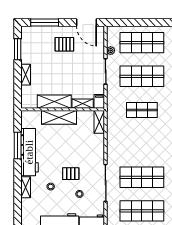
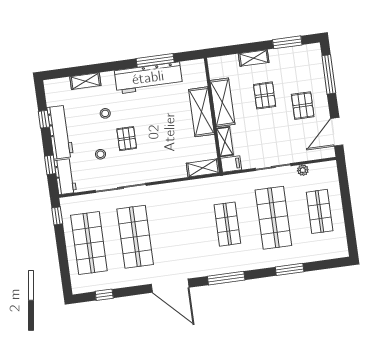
shop shelf: (142, 43) -> (320, 211), width x0.70, depth x0.74
pallet: (53, 71) -> (265, 95), added
shelving: (26, 187) -> (85, 81), moved

